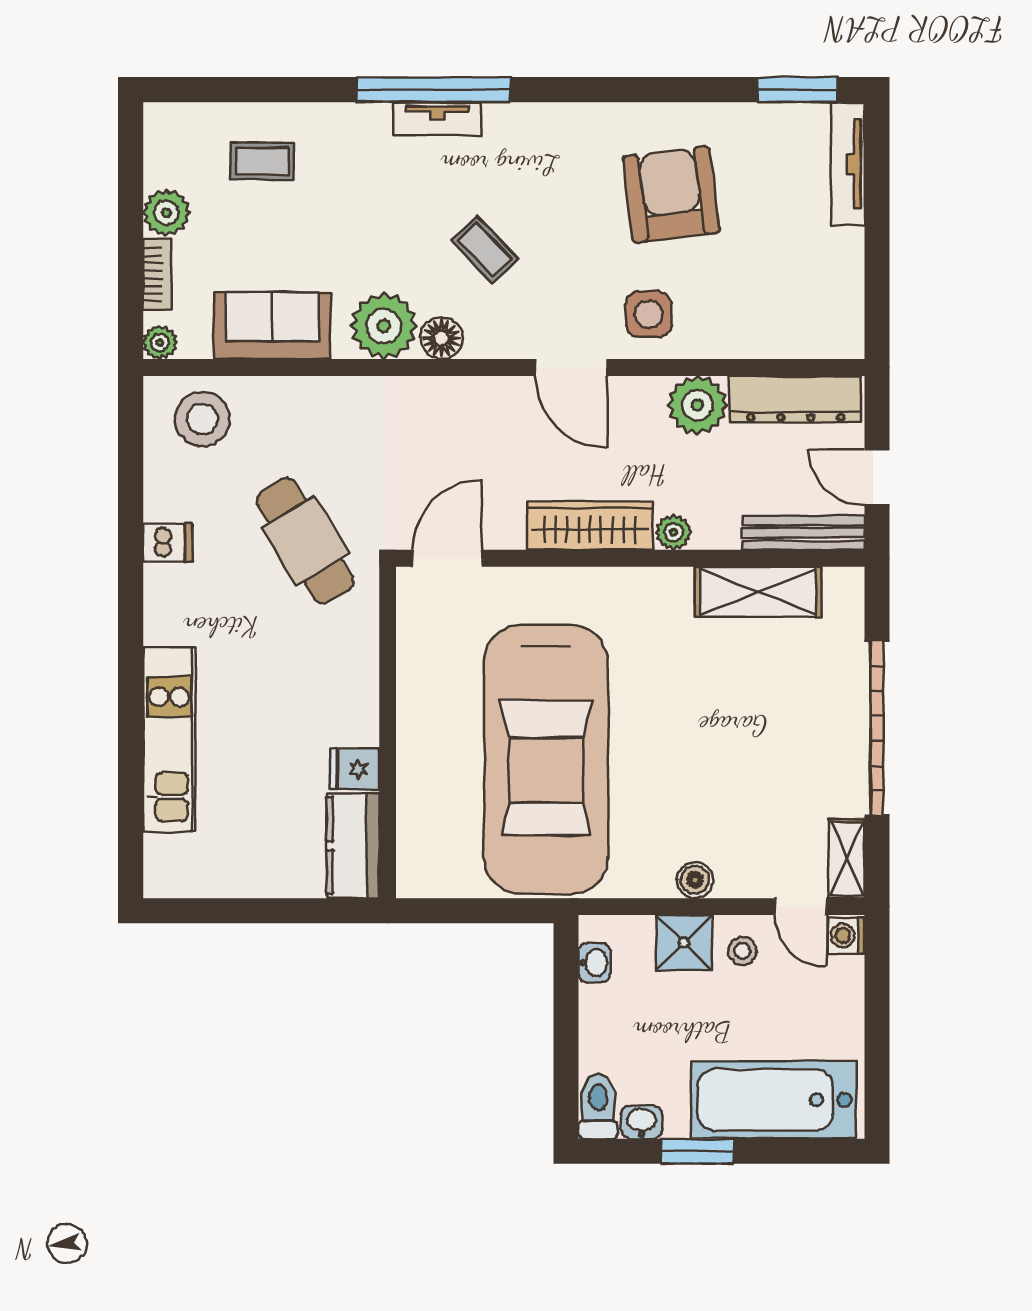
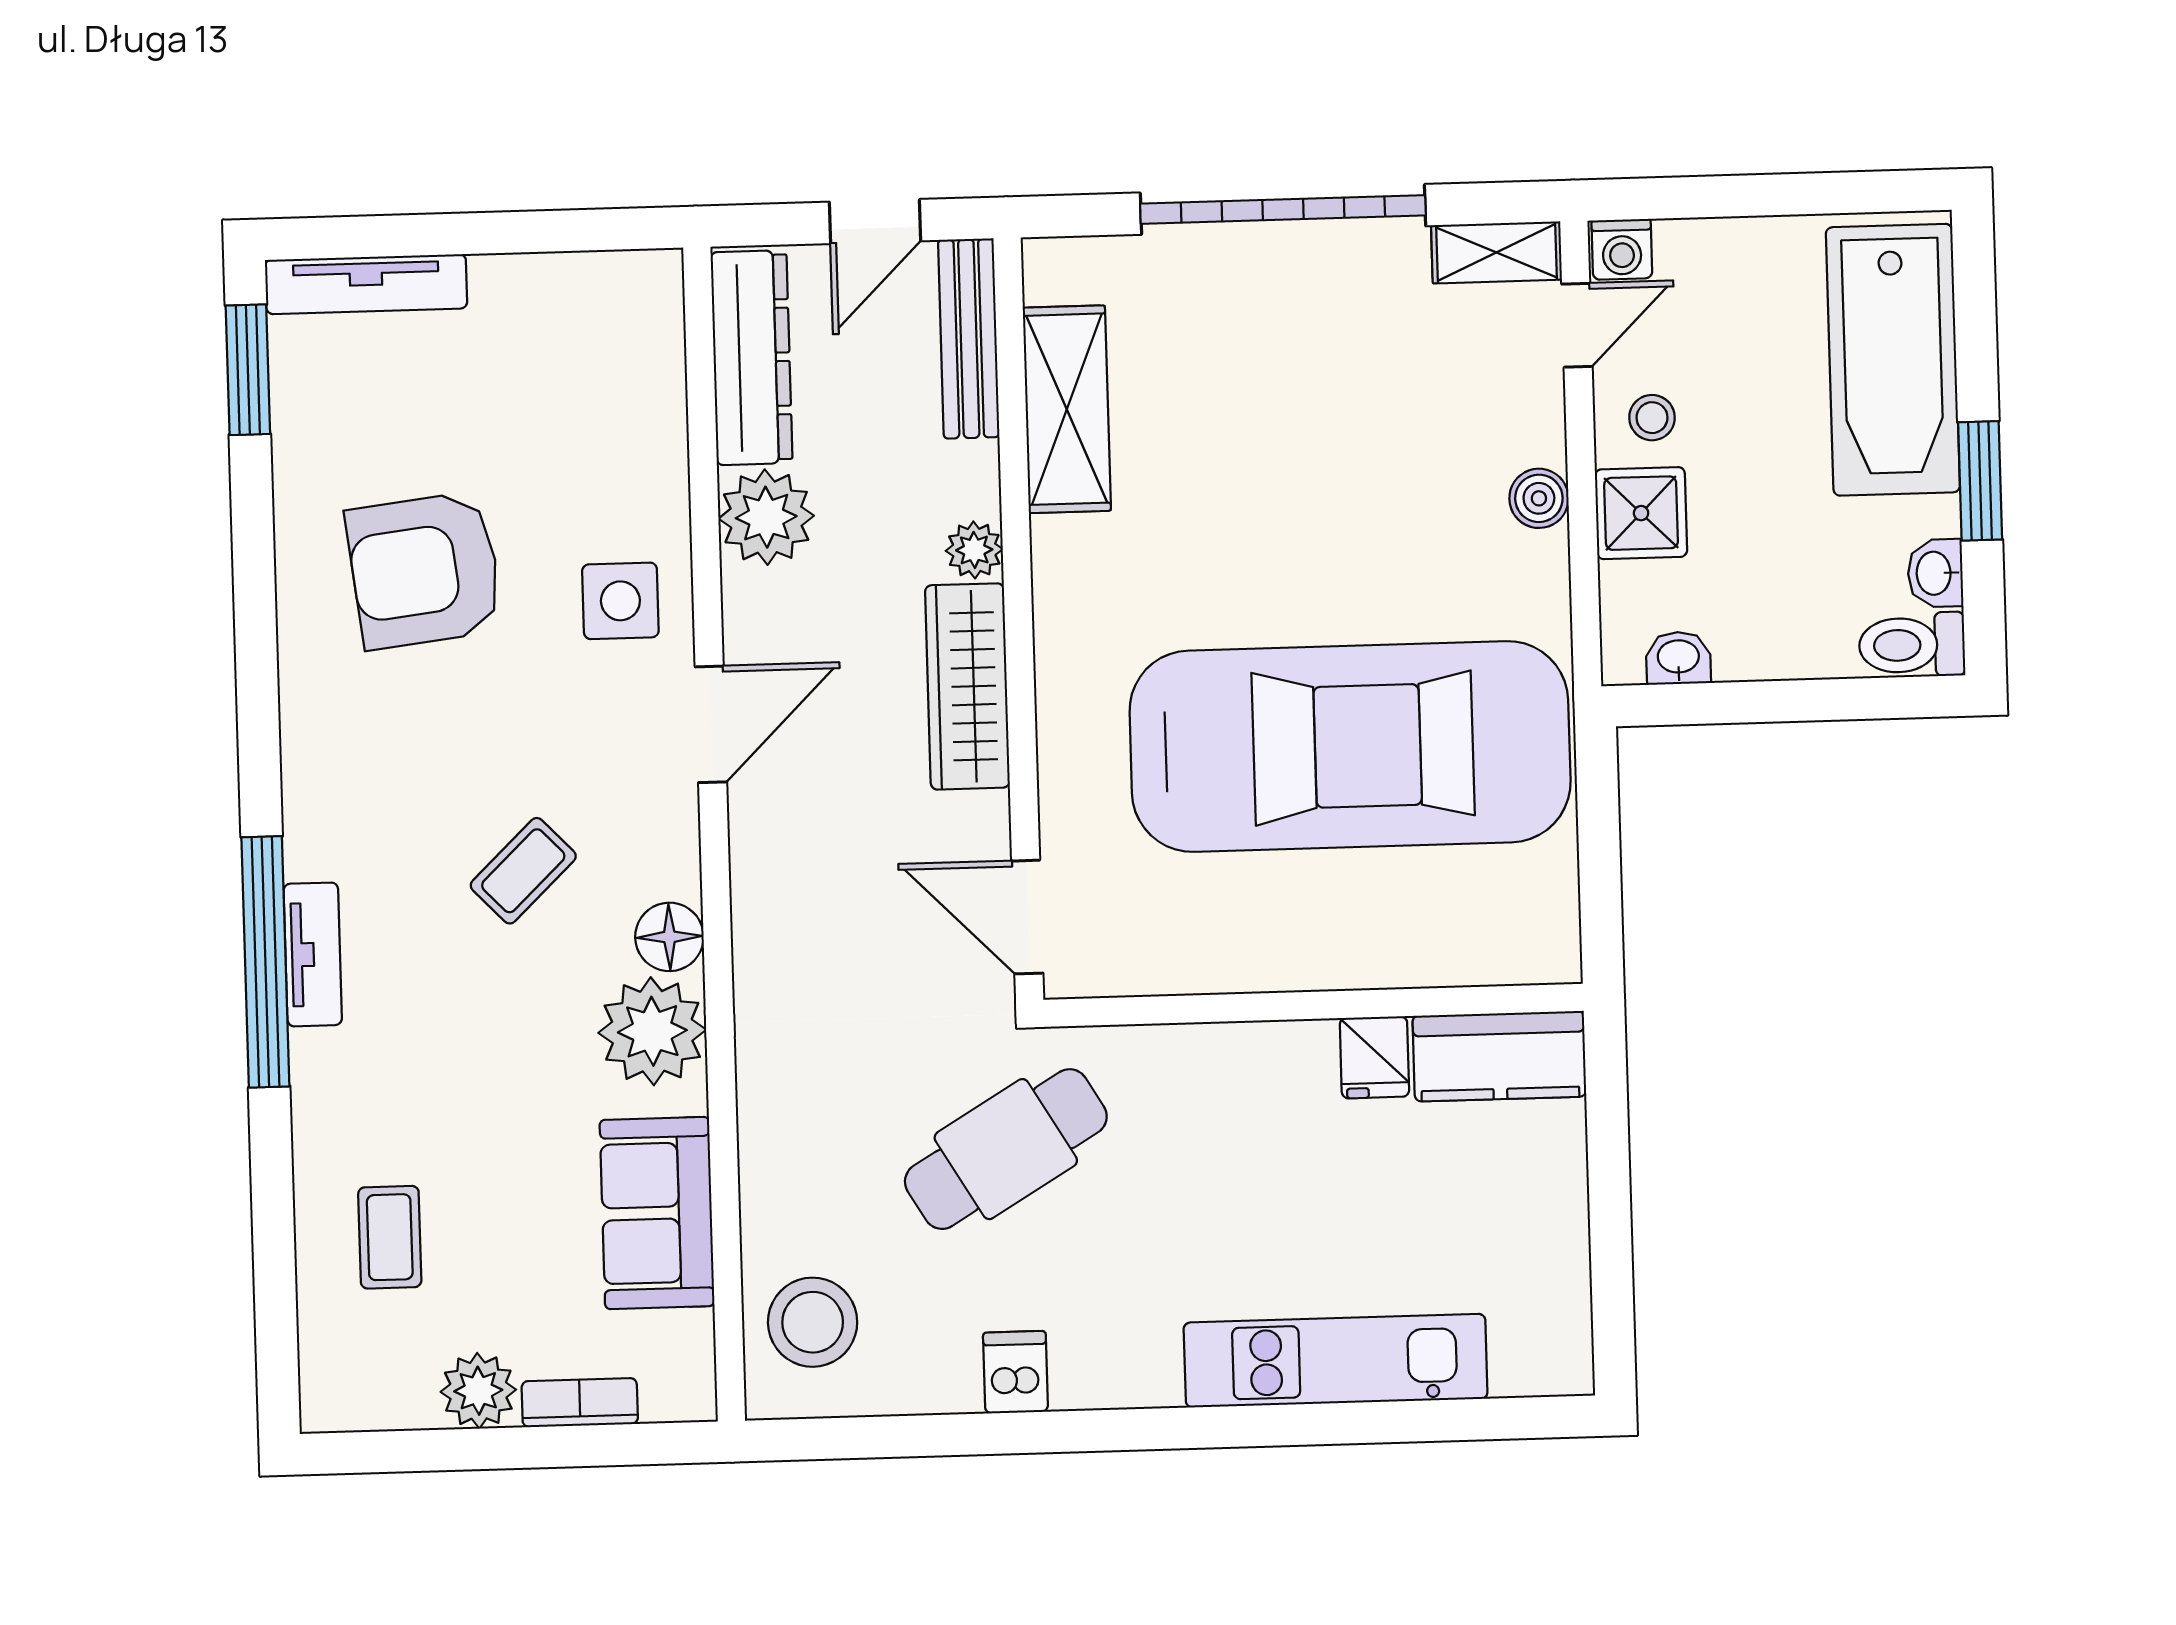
plant: (160, 342) -> (690, 1395), removed

